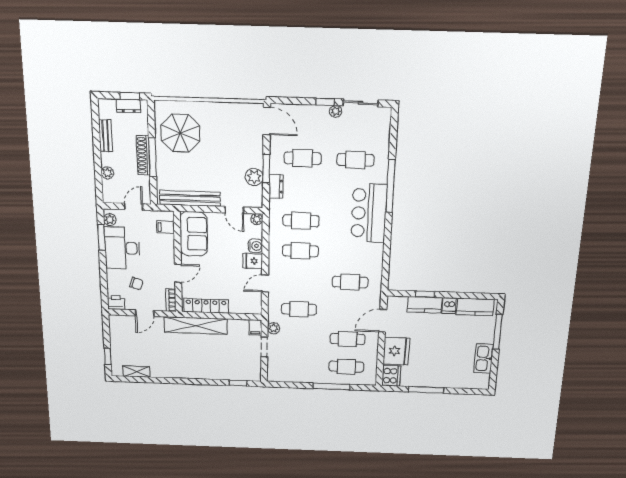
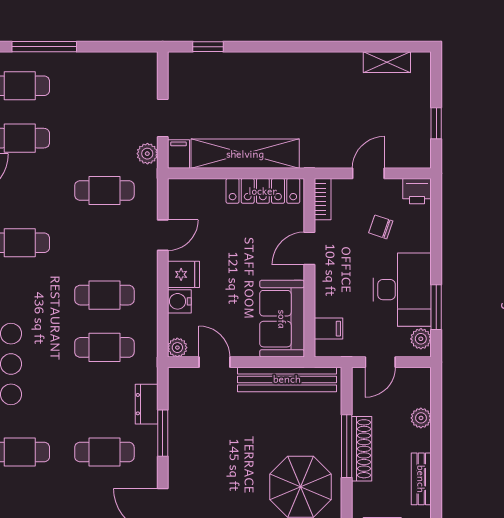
plant: (254, 177) -> (182, 419), removed
shelving: (196, 325) -> (245, 154), moved
window: (108, 356) -> (436, 123), moved

